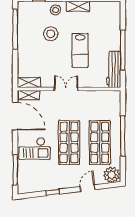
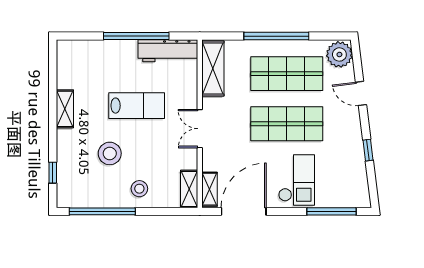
stool: (55, 10) -> (139, 189), moved
shelving: (103, 97) -> (213, 69), added

